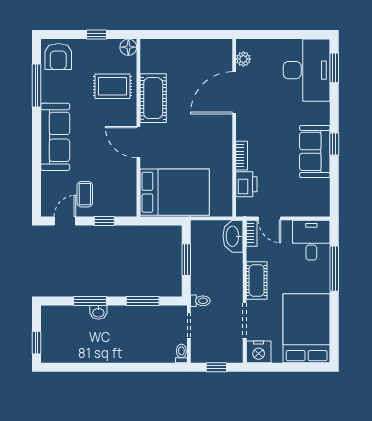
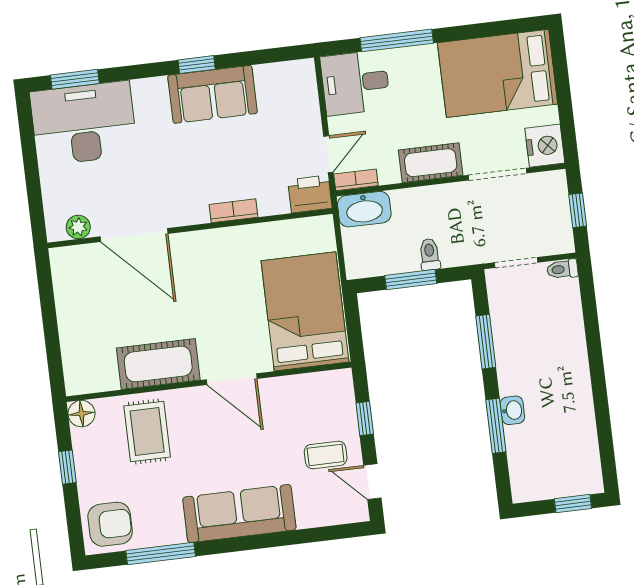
door: (138, 142) -> (232, 379), hinge flipped
printer: (246, 184) -> (310, 194), moved
toilet: (200, 301) -> (430, 254), moved

